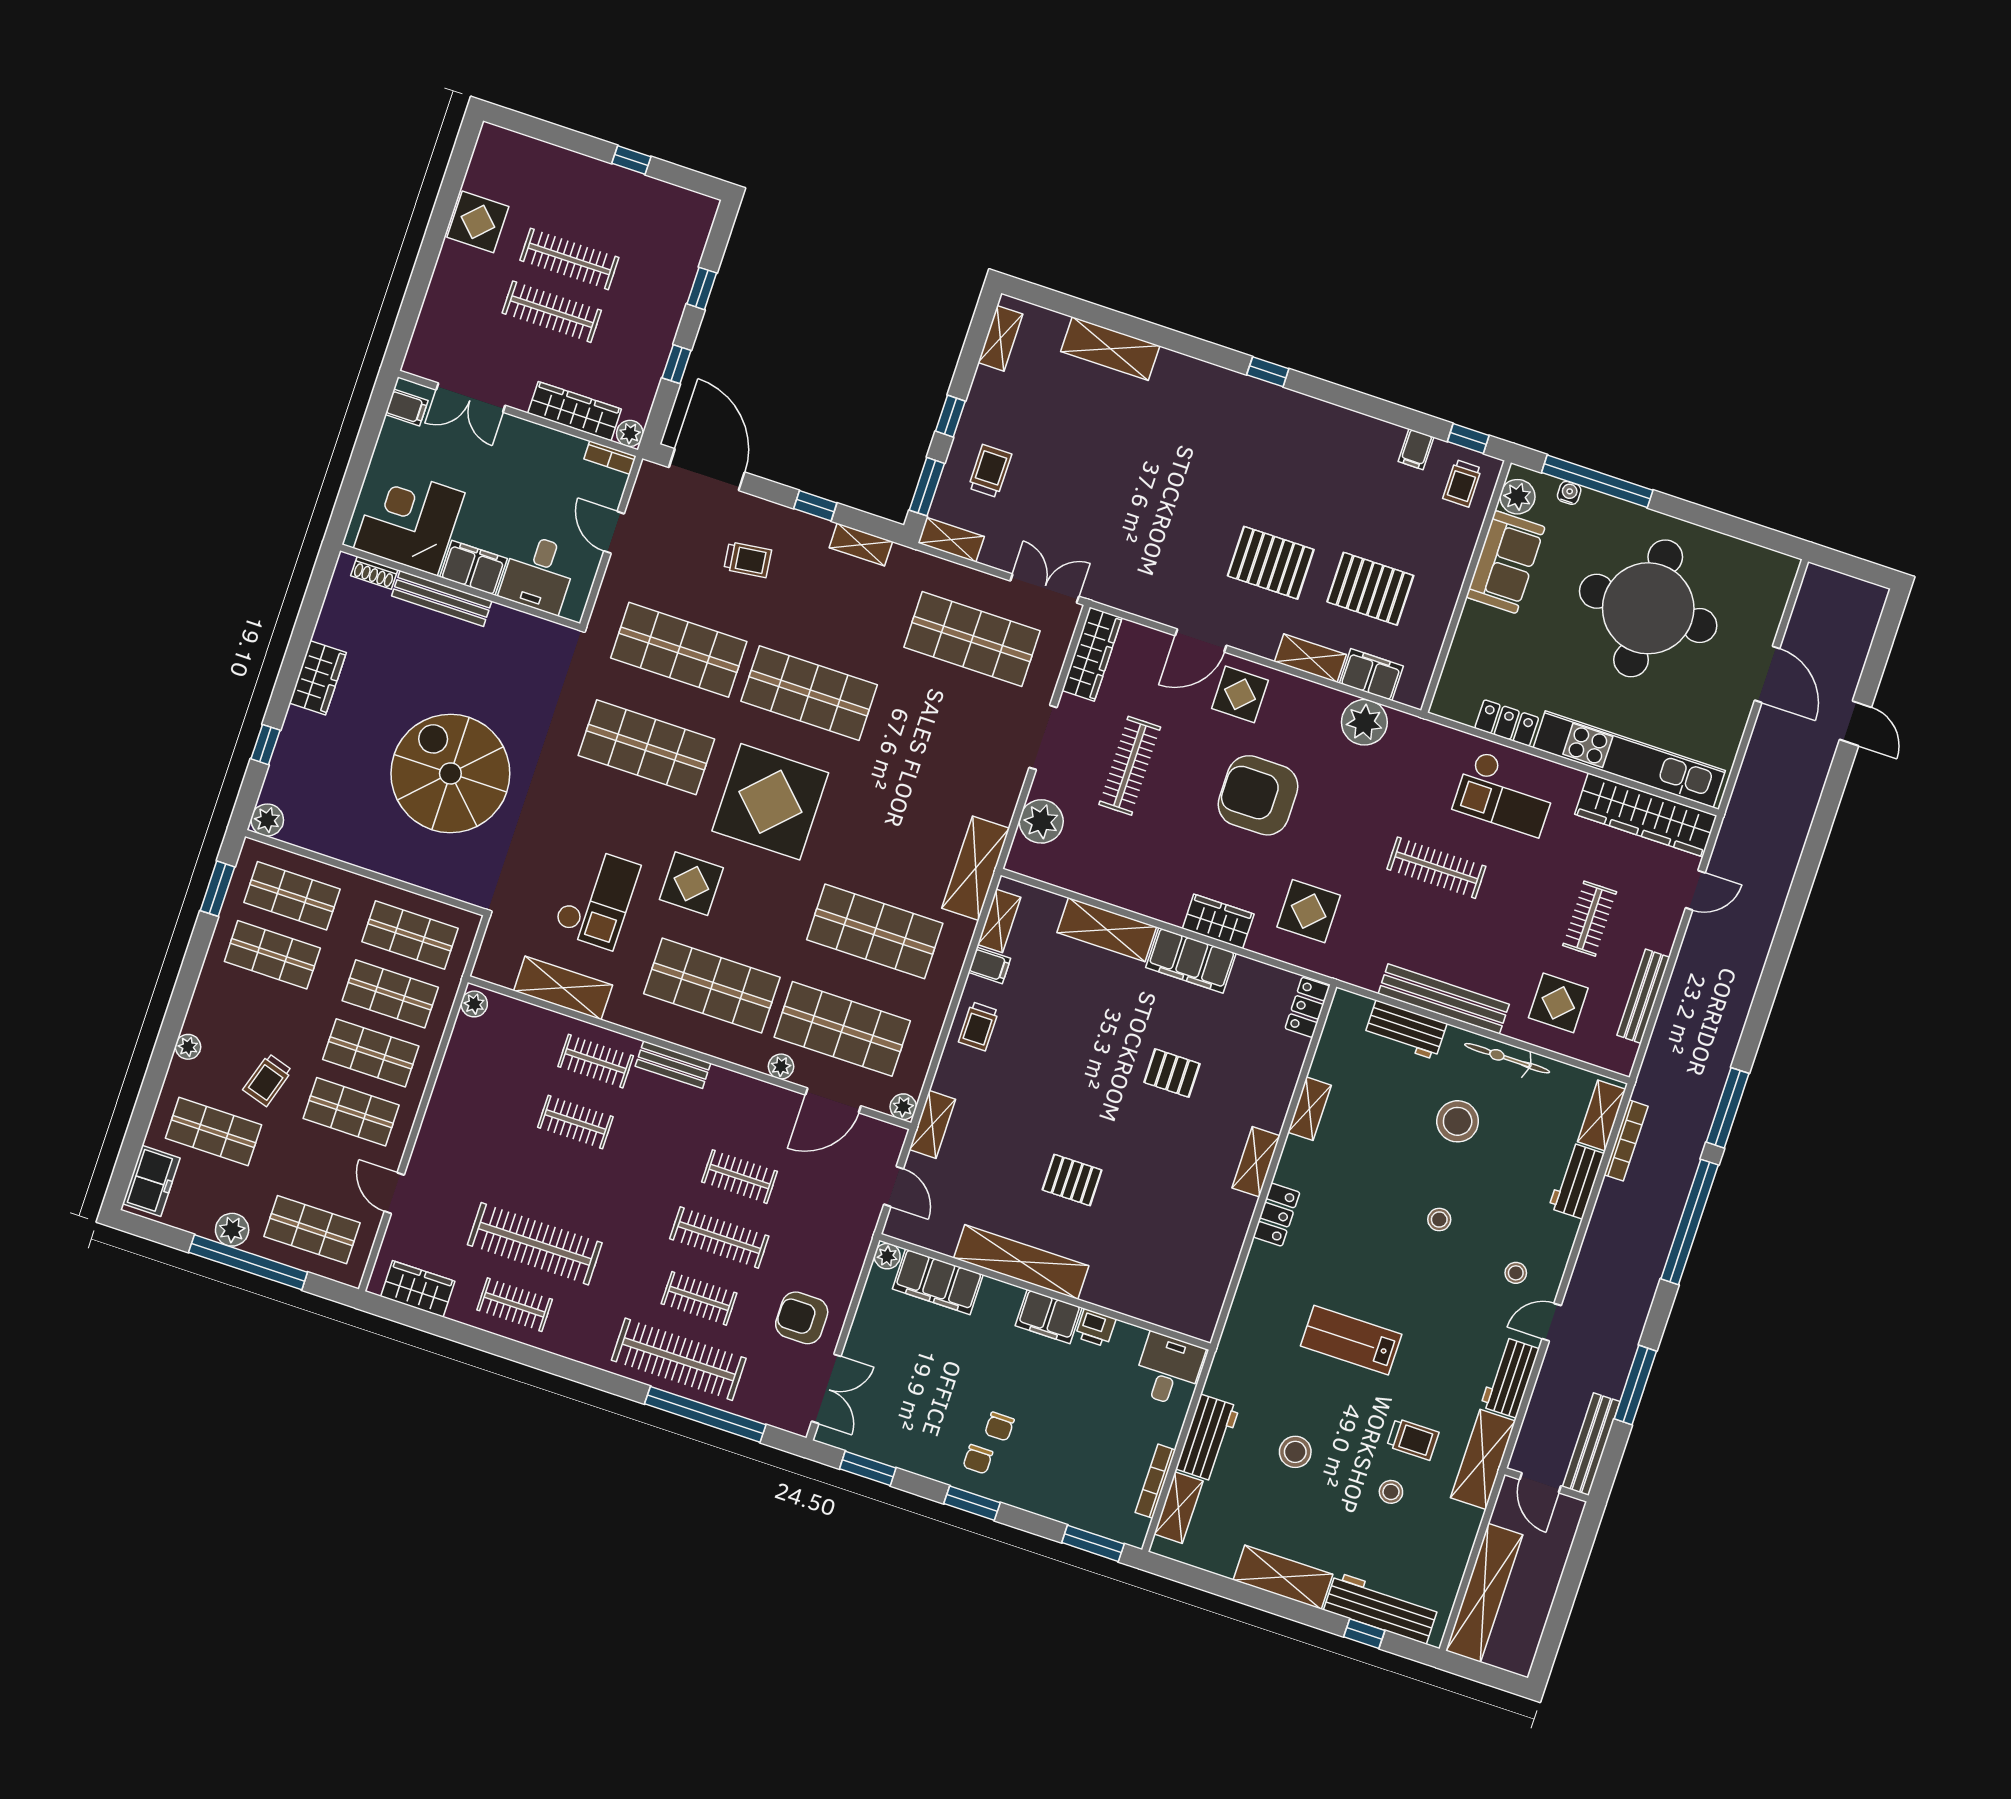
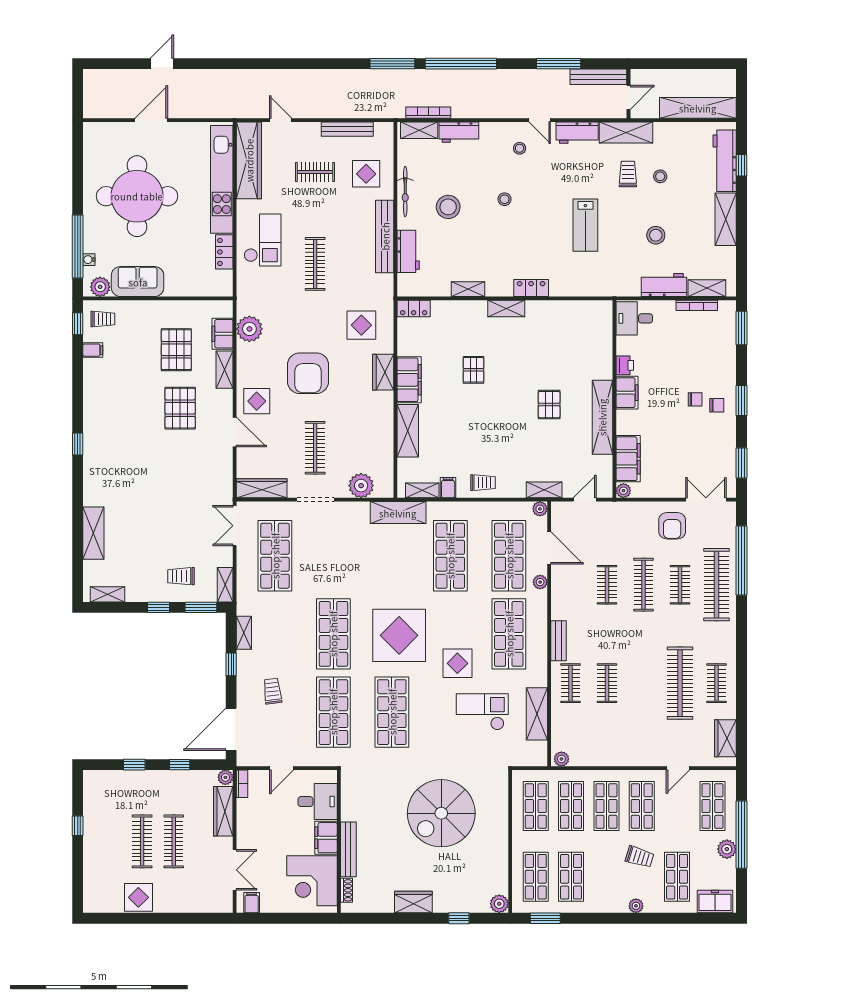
clothes rail: (1130, 766) -> (315, 448), turned 90

